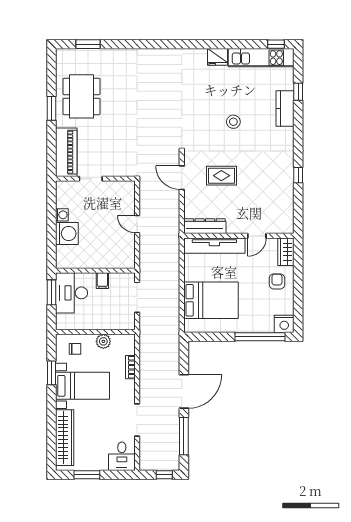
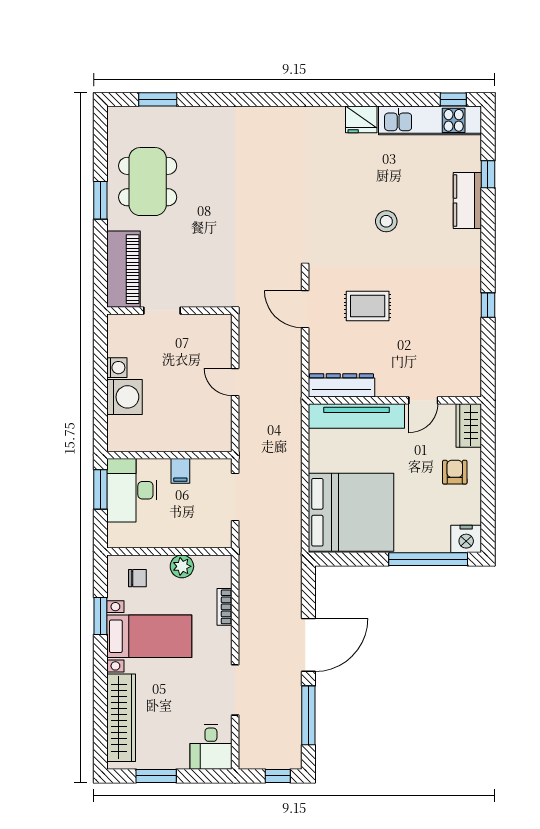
bed: (211, 300) -> (351, 512), width x1.36

